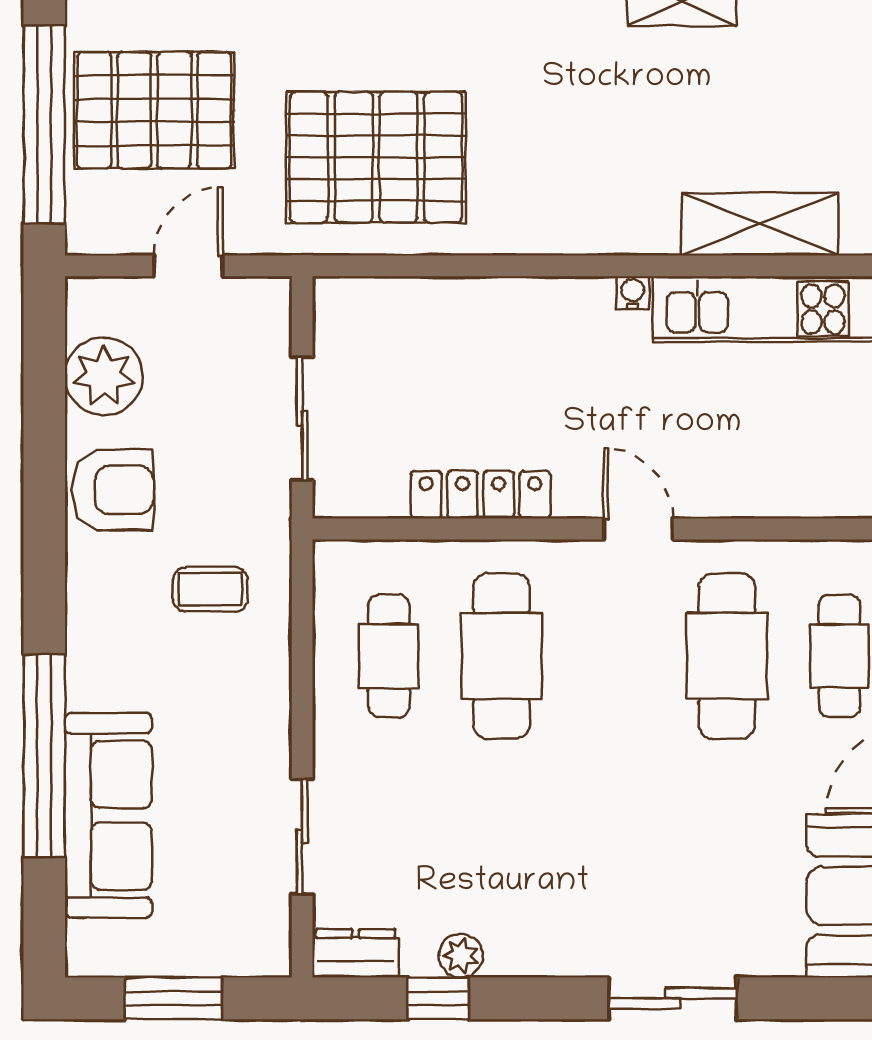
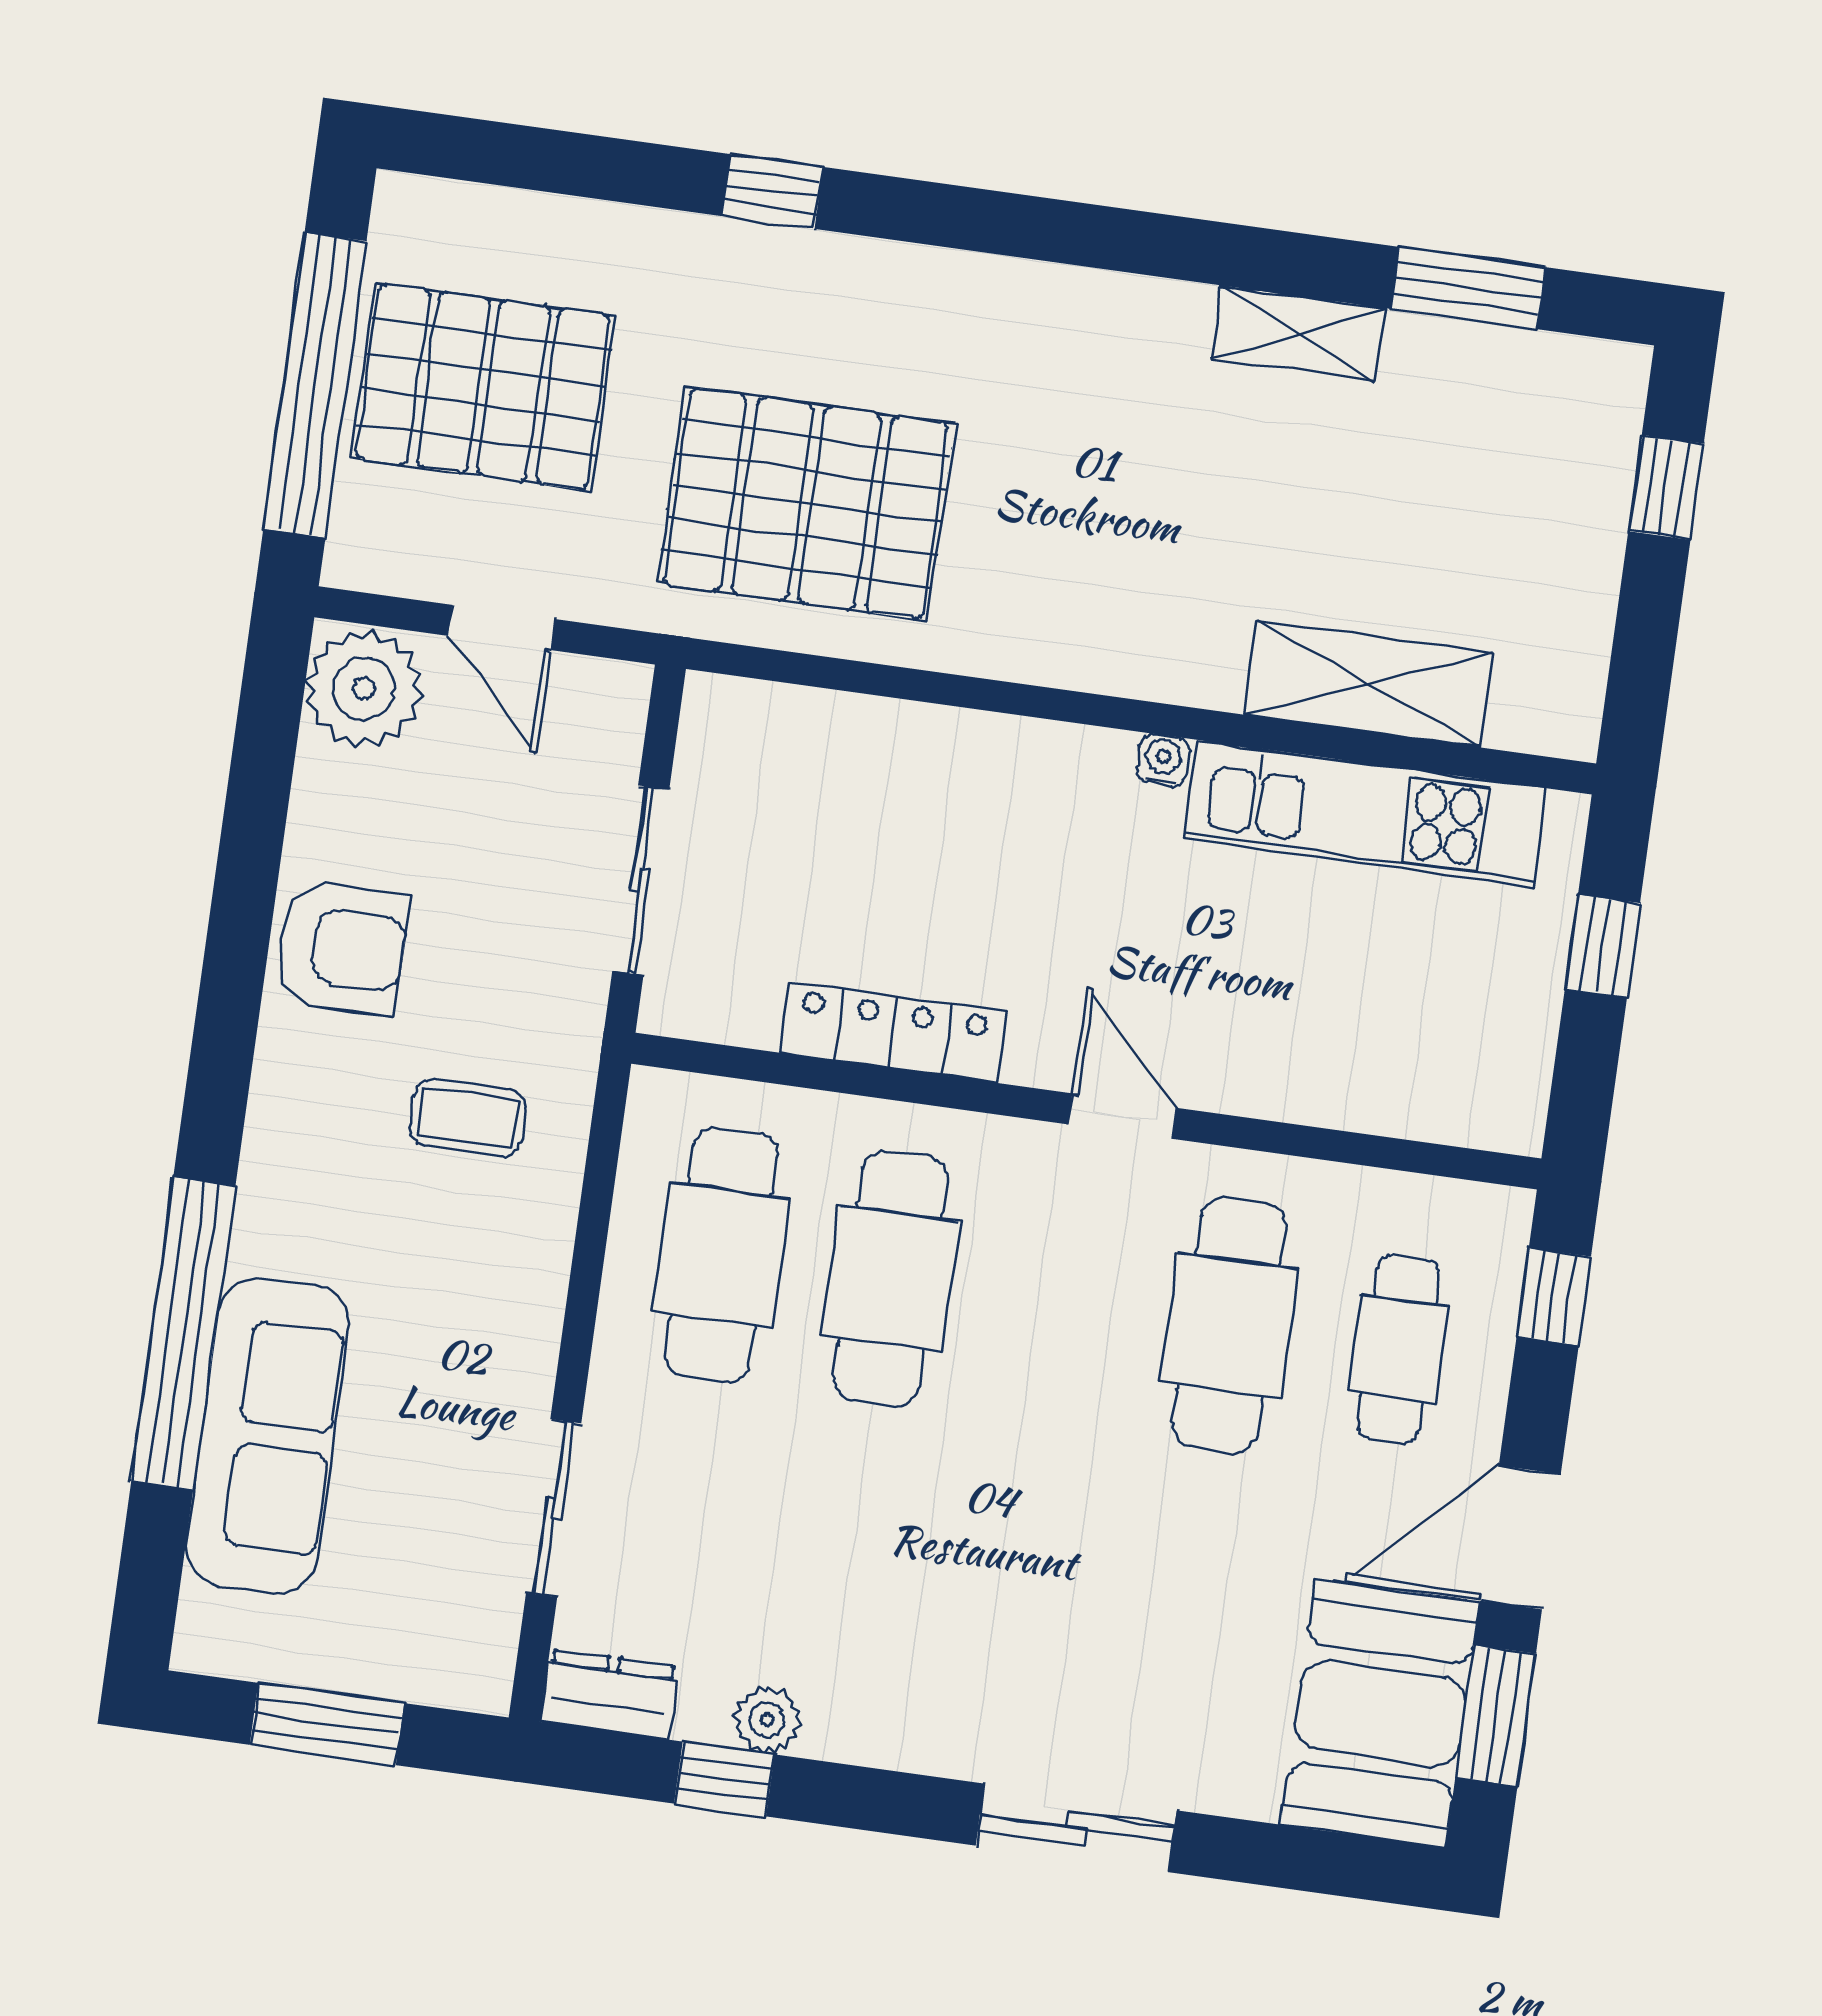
door: (188, 266) -> (502, 627), swing flipped
plant: (104, 376) -> (364, 689), moved
cafe table: (389, 656) -> (722, 1255), width x1.37, depth x1.35

